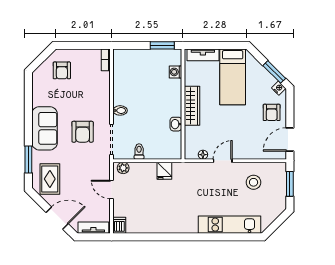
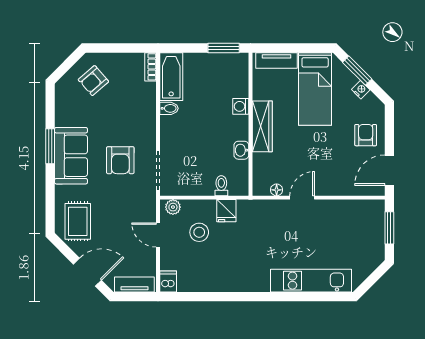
bathtub: (122, 67) -> (171, 77), added
armchair: (62, 70) -> (93, 81), turned 49
washing machine: (175, 72) -> (241, 106), moved
window: (274, 72) -> (357, 71), moved
nightstand: (279, 88) -> (361, 90), moved
bidet: (120, 110) -> (169, 108), moved
armchair: (272, 112) -> (366, 135), turned 180
toilet: (139, 151) -> (221, 186), moved
window: (28, 159) -> (50, 146), moved
stool: (254, 182) -> (199, 232), moved

